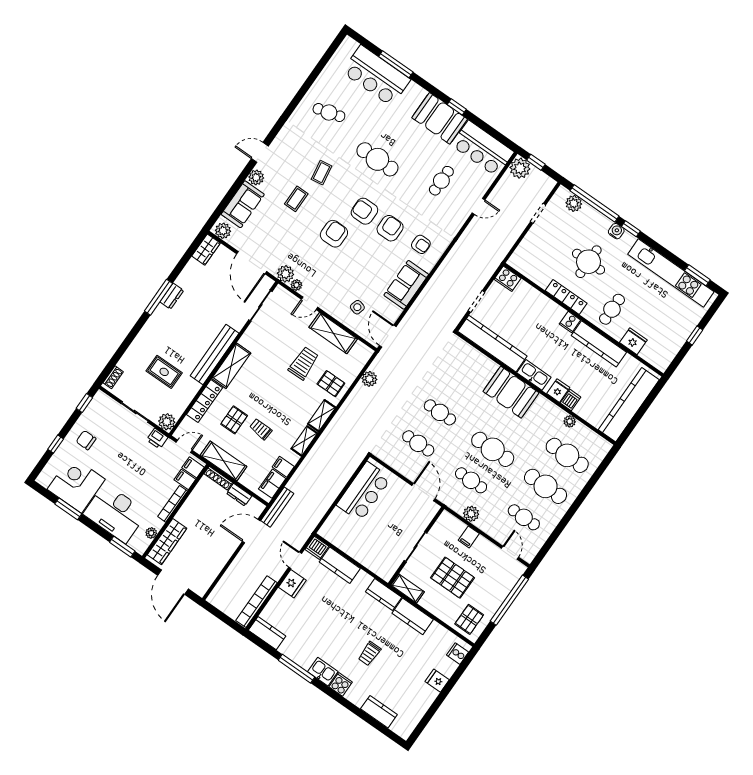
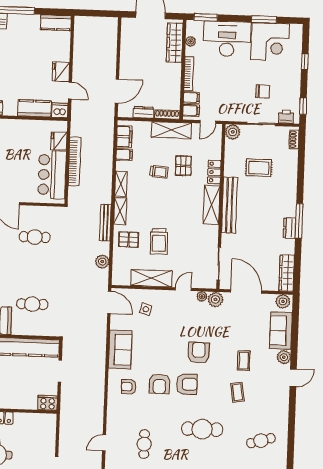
armchair: (334, 234) -> (199, 353), turned 180
wardrobe: (206, 250) -> (287, 273), width x1.50
locker: (204, 401) -> (214, 172), width x0.66
cafe table: (440, 412) -> (32, 304), moved
printer: (157, 439) -> (286, 117), moved
chair: (86, 440) -> (263, 92), moved
bench: (277, 507) -> (105, 223), moved
fridge: (336, 519) -> (59, 141), added
bookcase: (256, 602) -> (75, 161), moved

